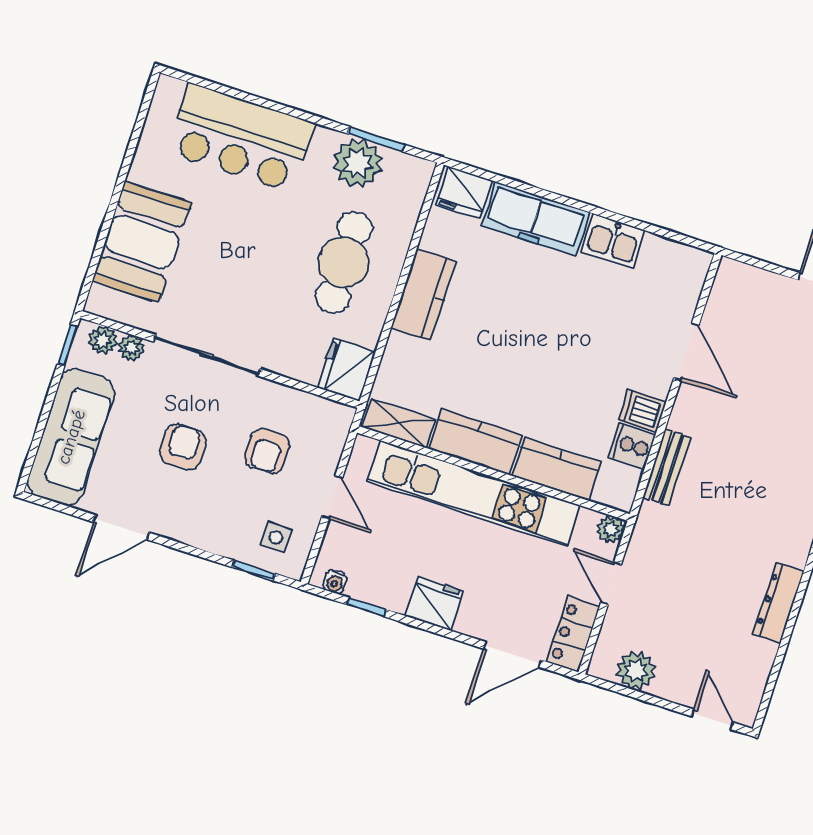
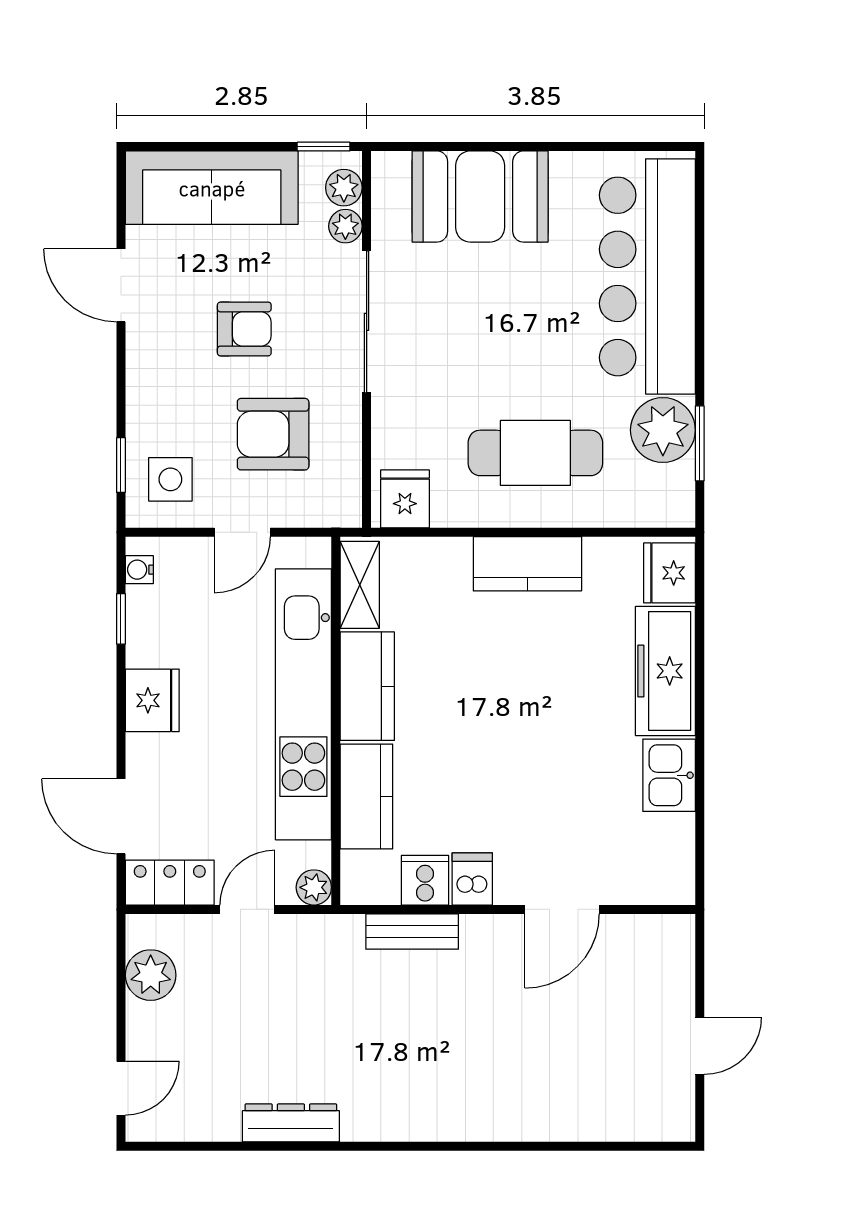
bar counter: (241, 138) -> (647, 276), width x1.36
fridge: (346, 369) -> (405, 499), width x0.72
armchair: (267, 451) -> (273, 434), width x1.38, depth x1.38
side table: (276, 537) -> (170, 479), width x1.37, depth x1.37

